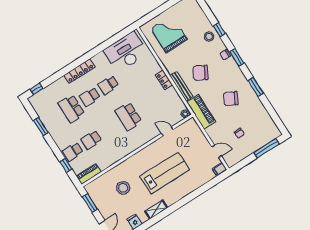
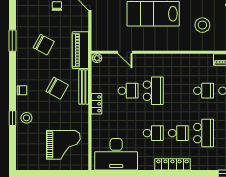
grand piano: (169, 34) -> (63, 145), turned -90
window: (237, 57) -> (12, 81), removed
school desk: (147, 104) -> (128, 91), added

